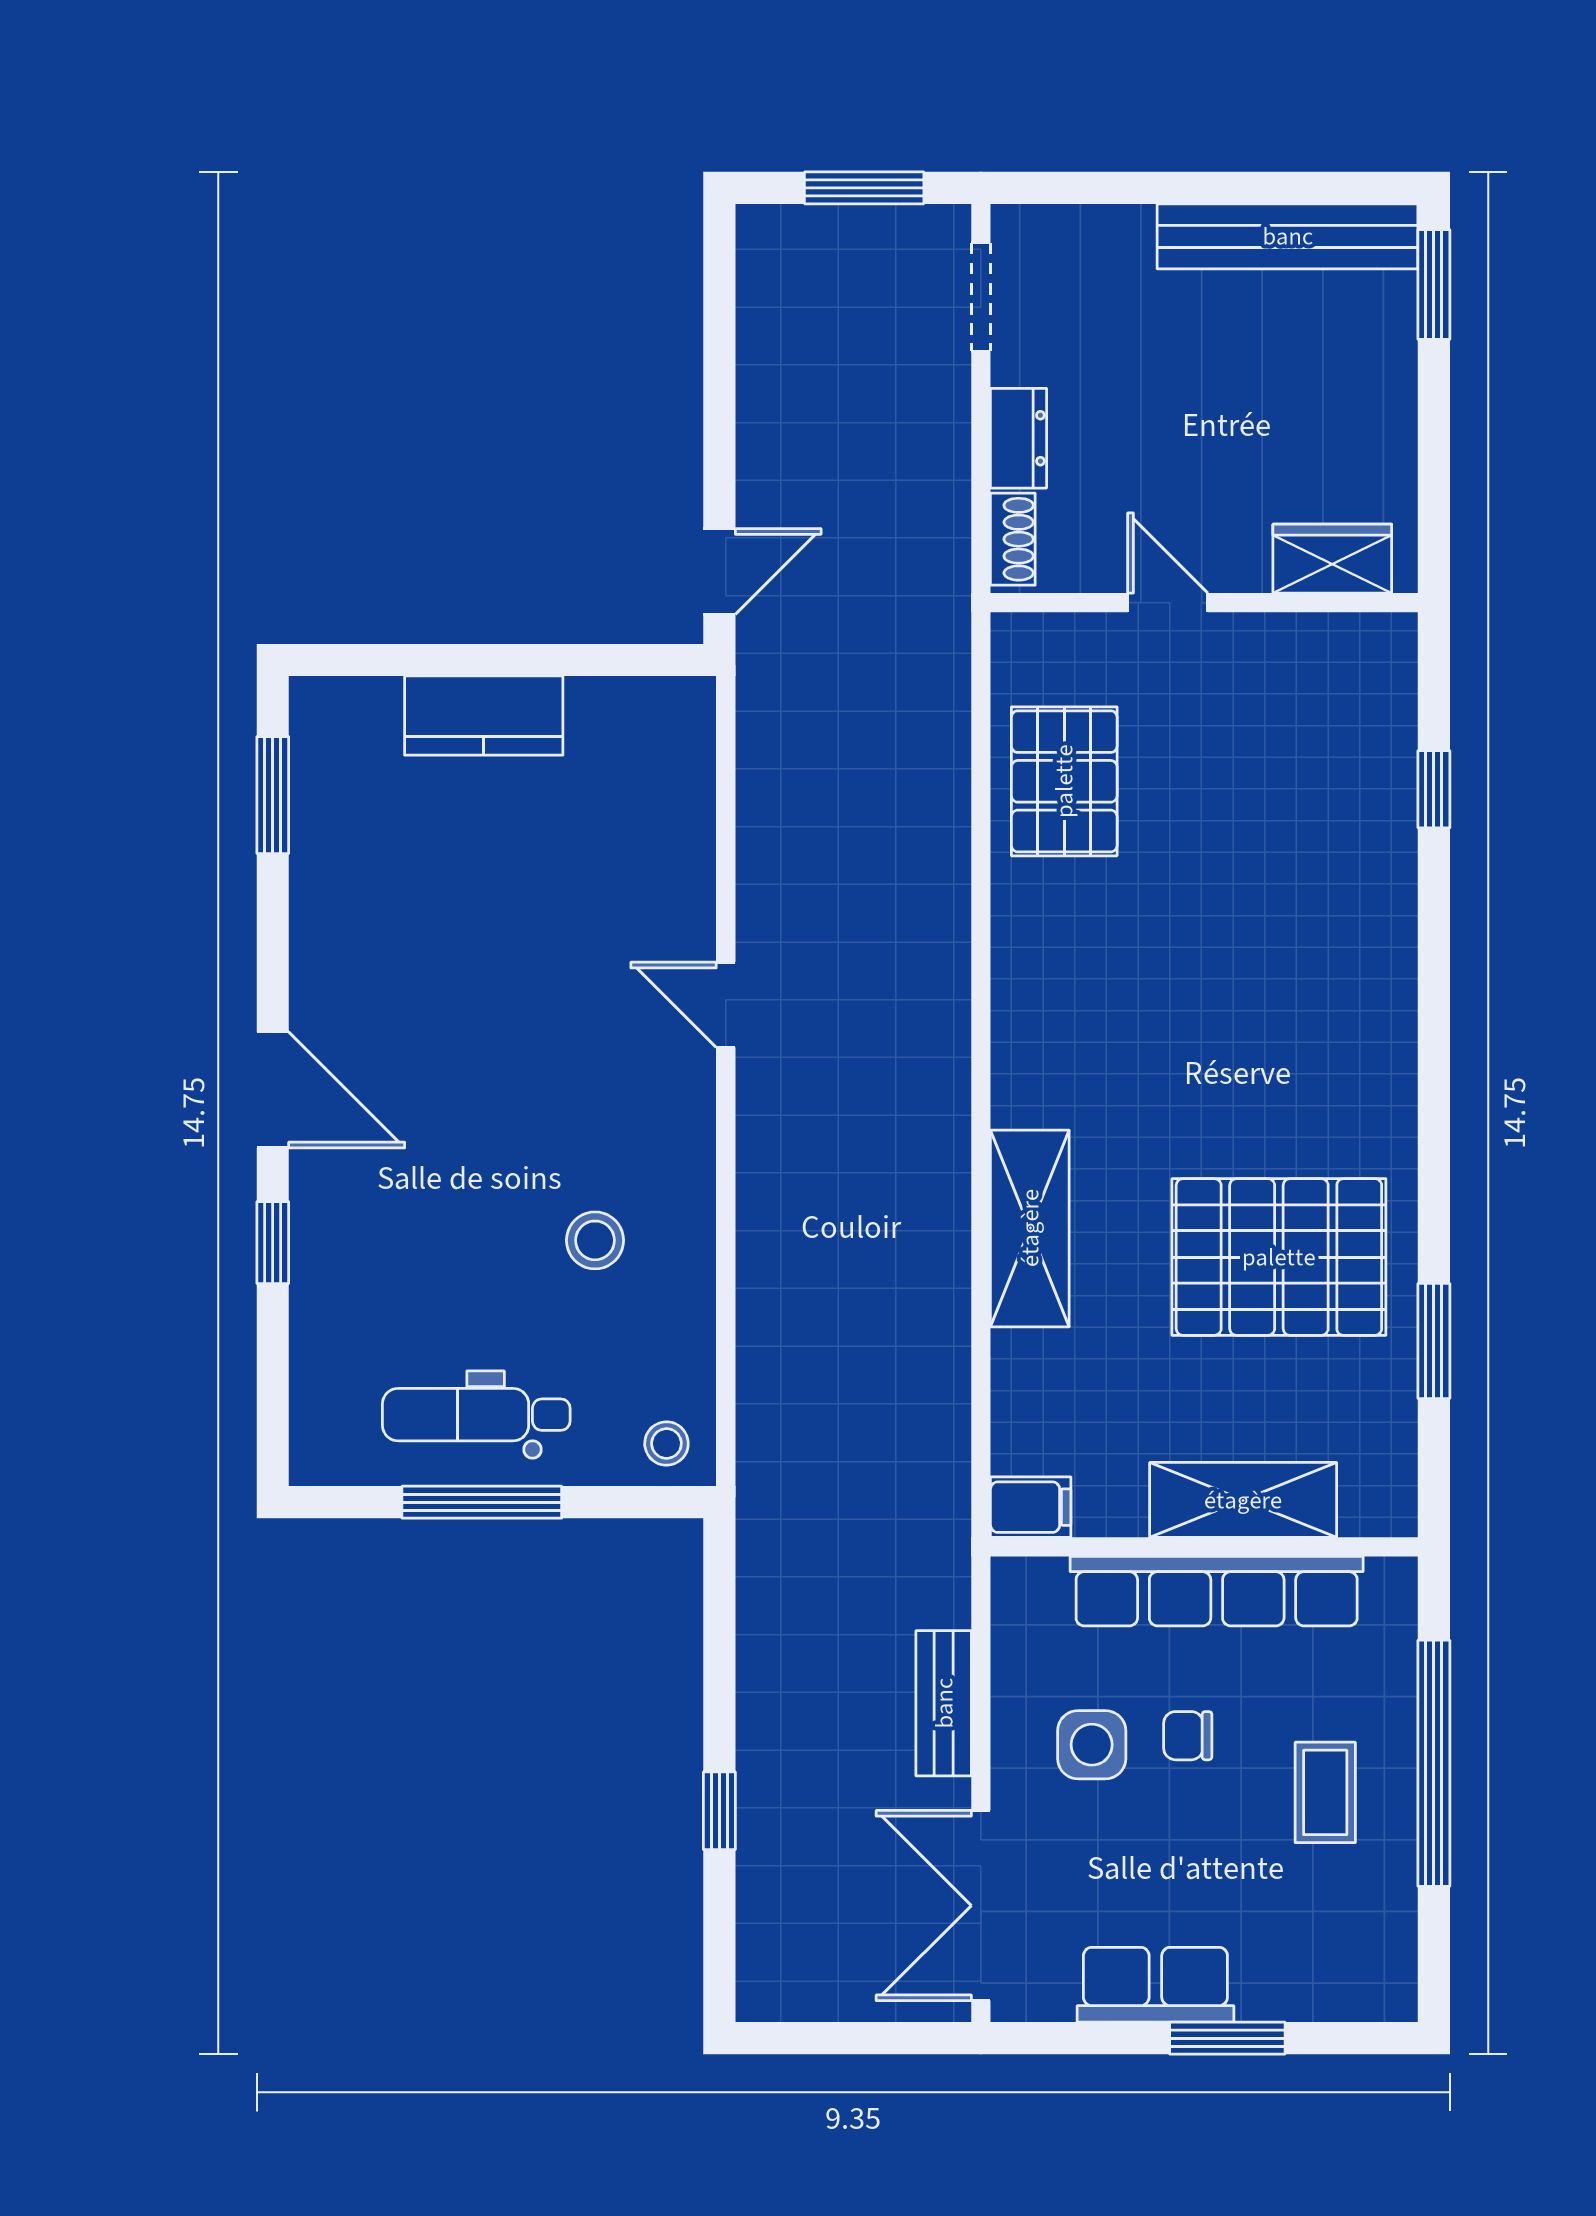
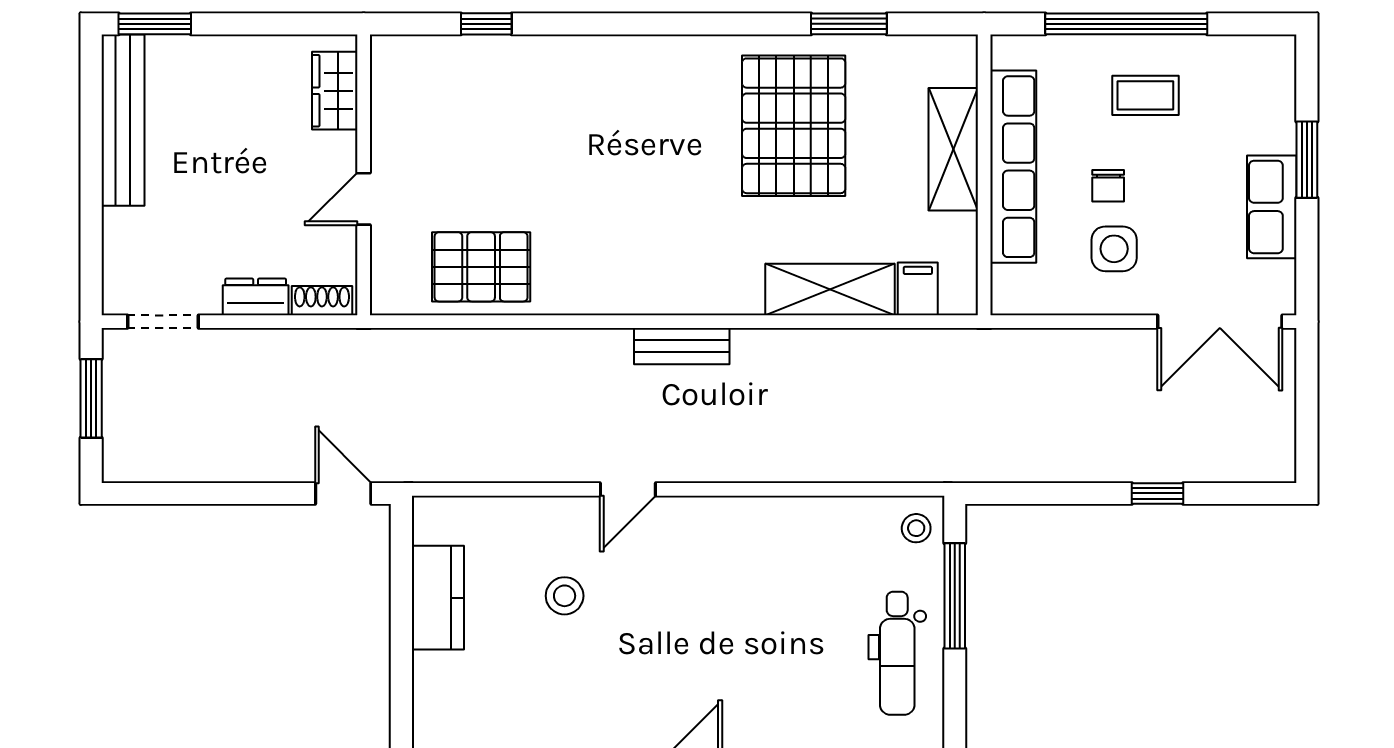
kitchen counter: (484, 716) -> (438, 598), moved
shelving: (1030, 1228) -> (830, 289), moved
stool: (595, 1240) -> (565, 596), moved
window: (482, 1502) -> (955, 596), moved
filing cabinet: (1031, 1507) -> (918, 289), moved
bench: (944, 1703) -> (682, 346), moved

